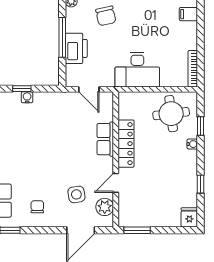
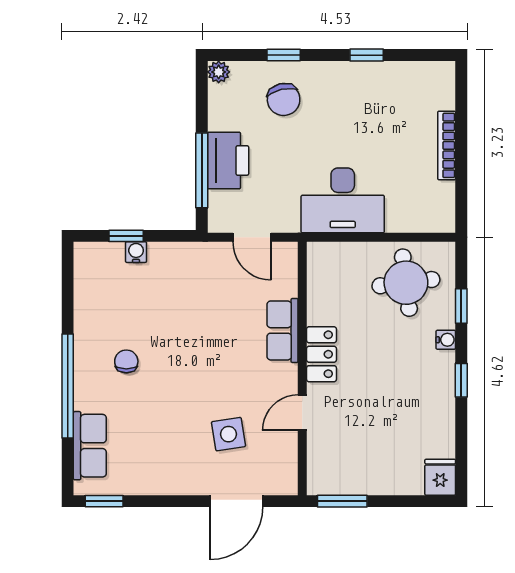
filing cabinet: (188, 14) -> (439, 96), removed
window: (62, 37) -> (202, 170), moved
bookcase: (193, 69) -> (447, 145), moved
locker: (126, 144) -> (321, 354), width x0.66
window: (201, 184) -> (461, 380), moved
chair: (37, 207) -> (126, 361), moved
plant: (105, 207) -> (282, 458), removed

